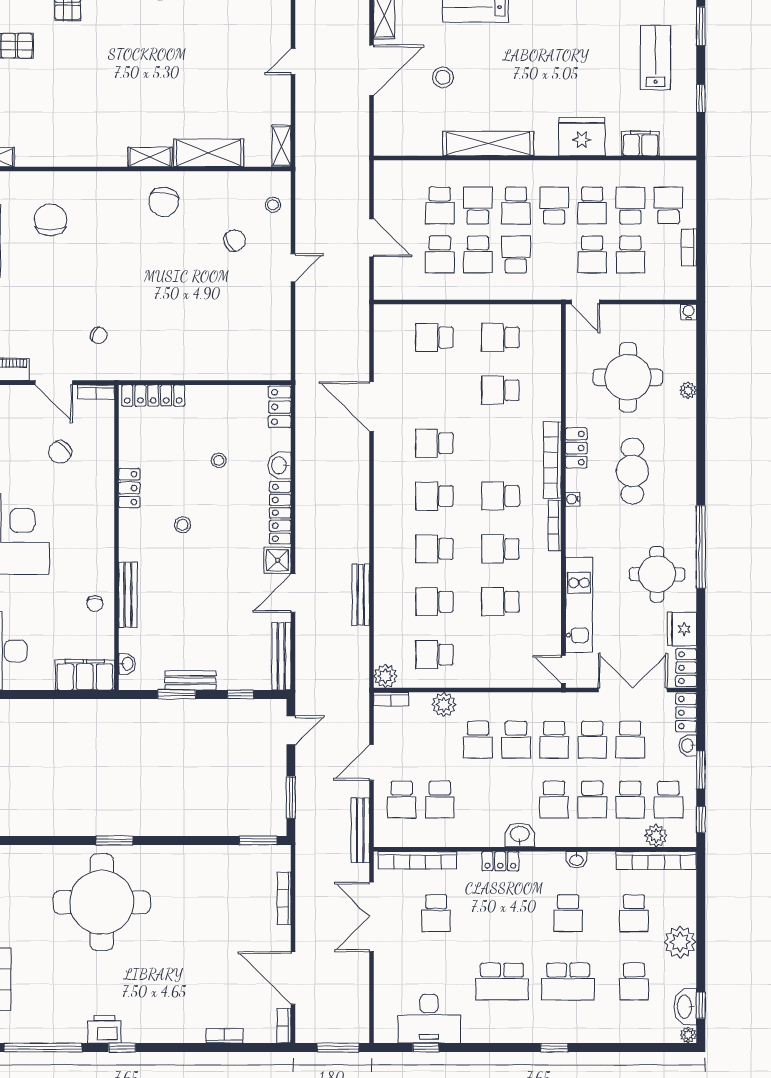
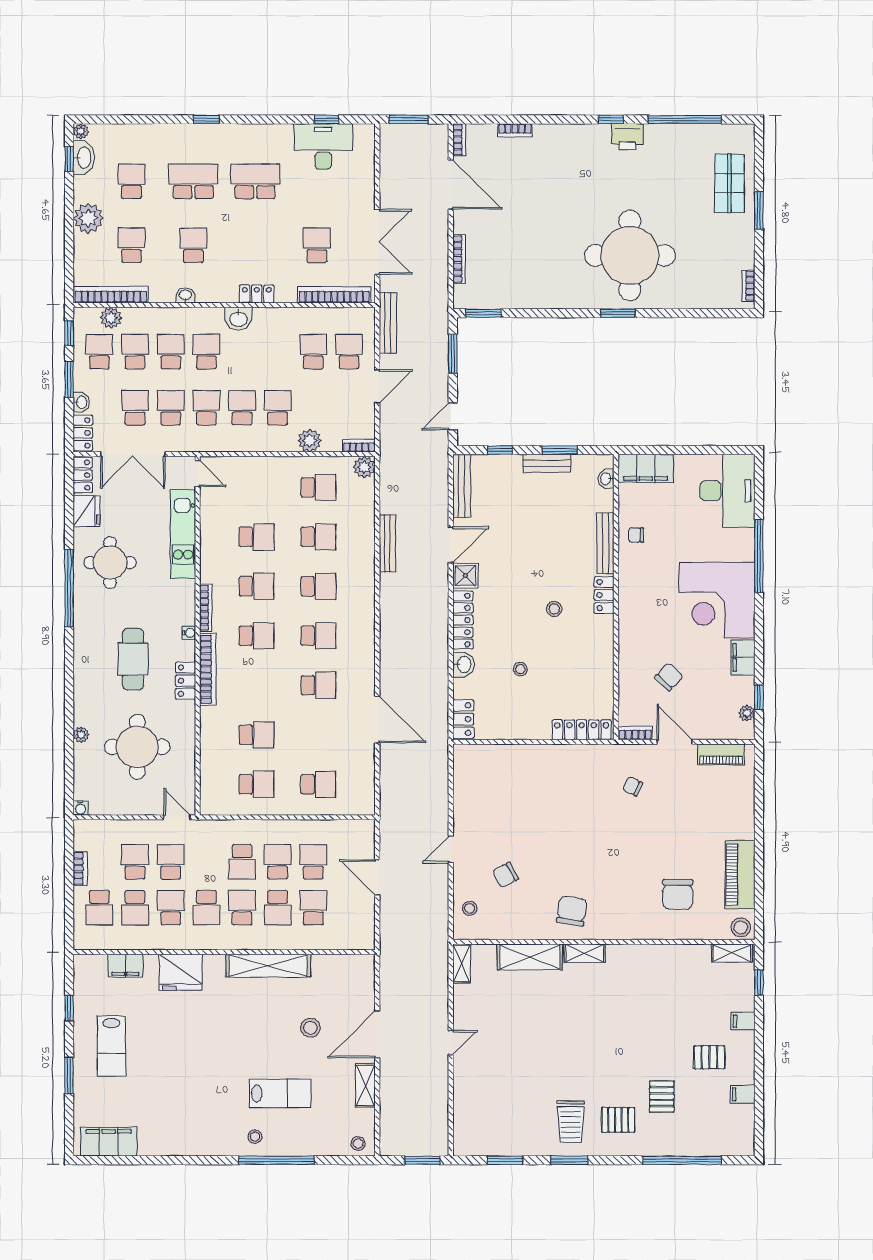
locker: (129, 488) -> (604, 595), moved
chair: (95, 604) -> (636, 535), turned -90

